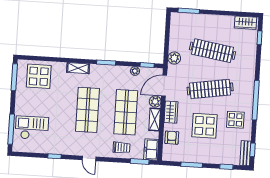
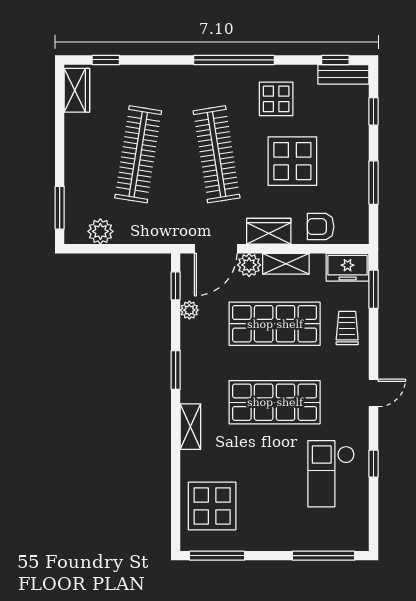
plant: (174, 58) -> (100, 231), moved
door: (164, 86) -> (216, 249), hinge flipped
checkout: (32, 128) -> (331, 474), moved

